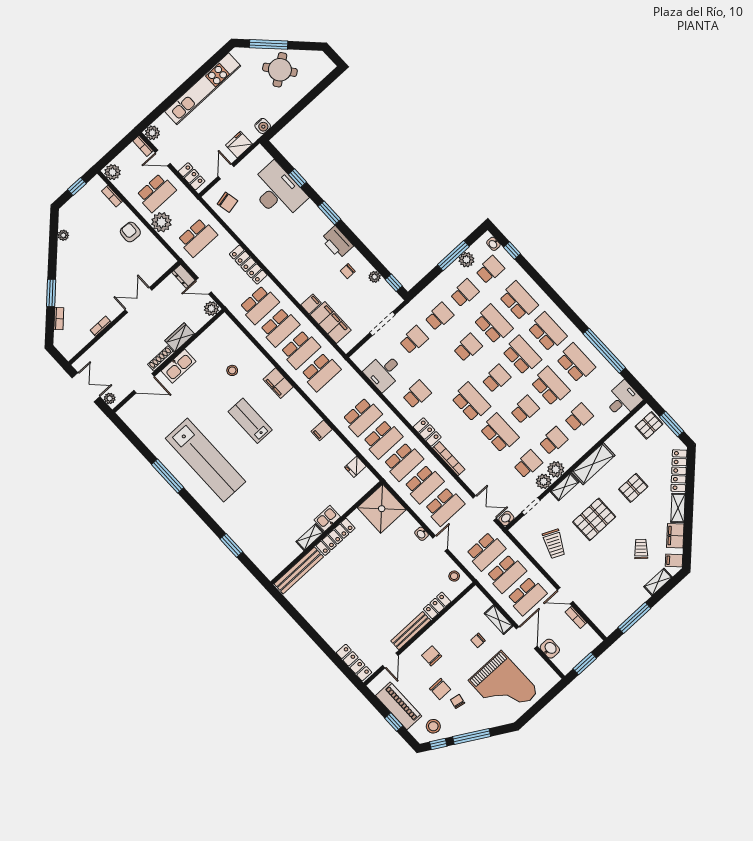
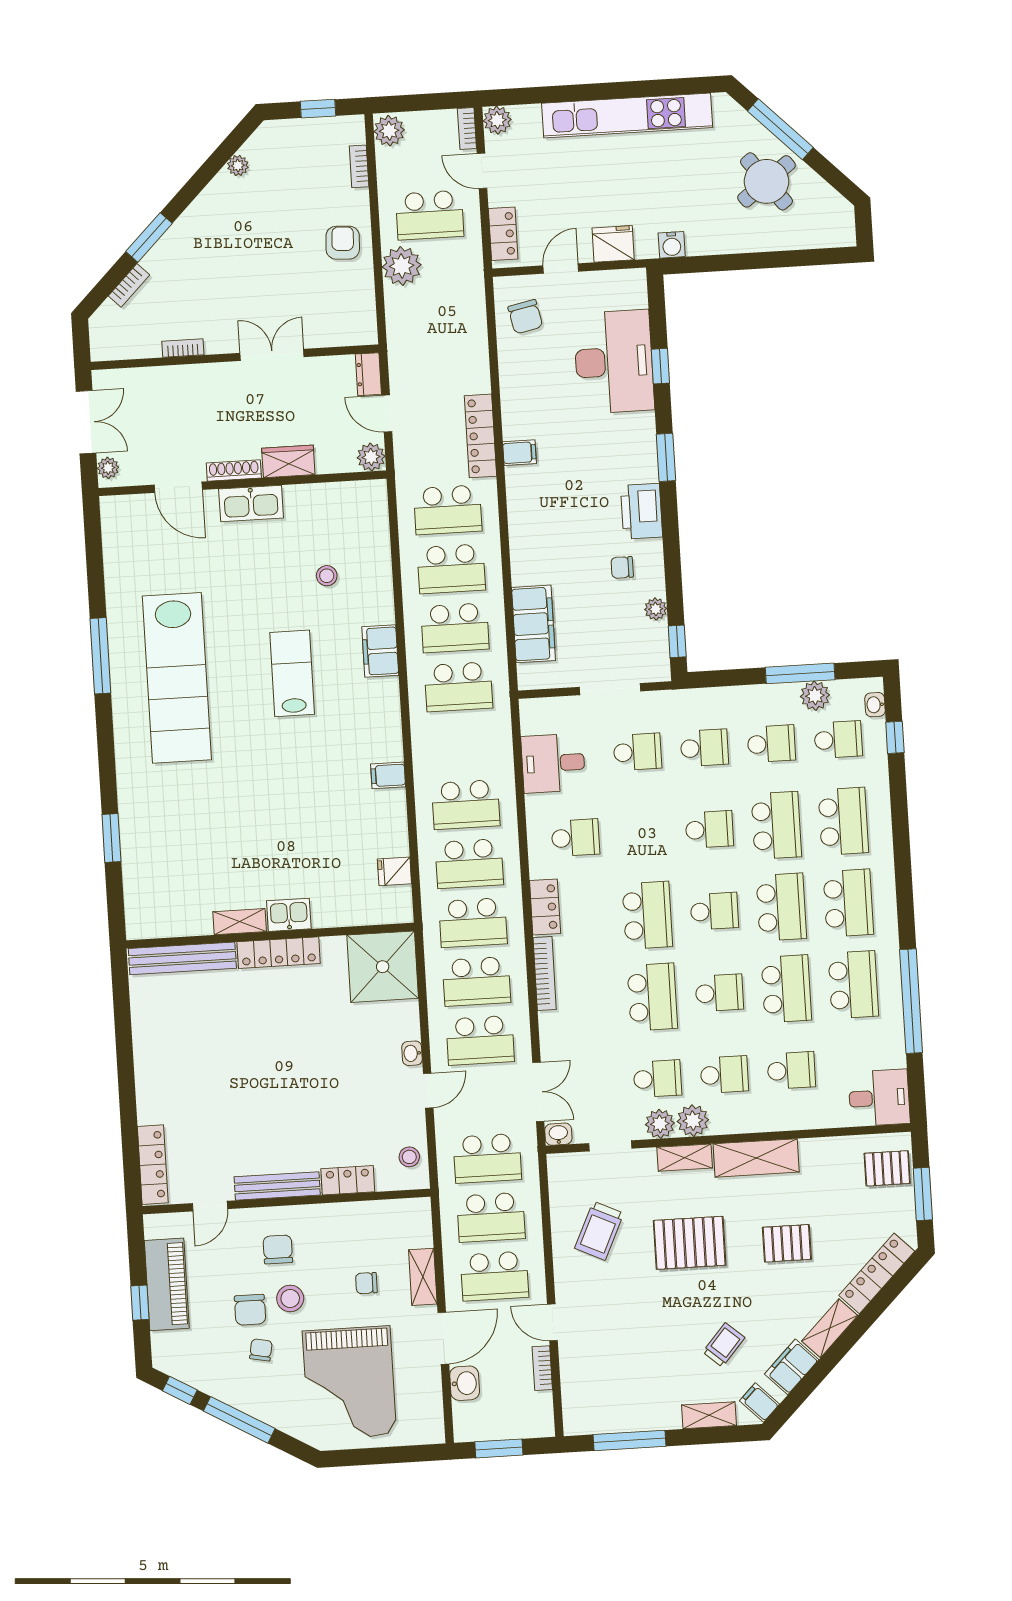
school desk: (197, 238) -> (437, 333), removed
filing cabinet: (311, 304) -> (519, 453), moved
stool: (433, 726) -> (290, 1298), moved

